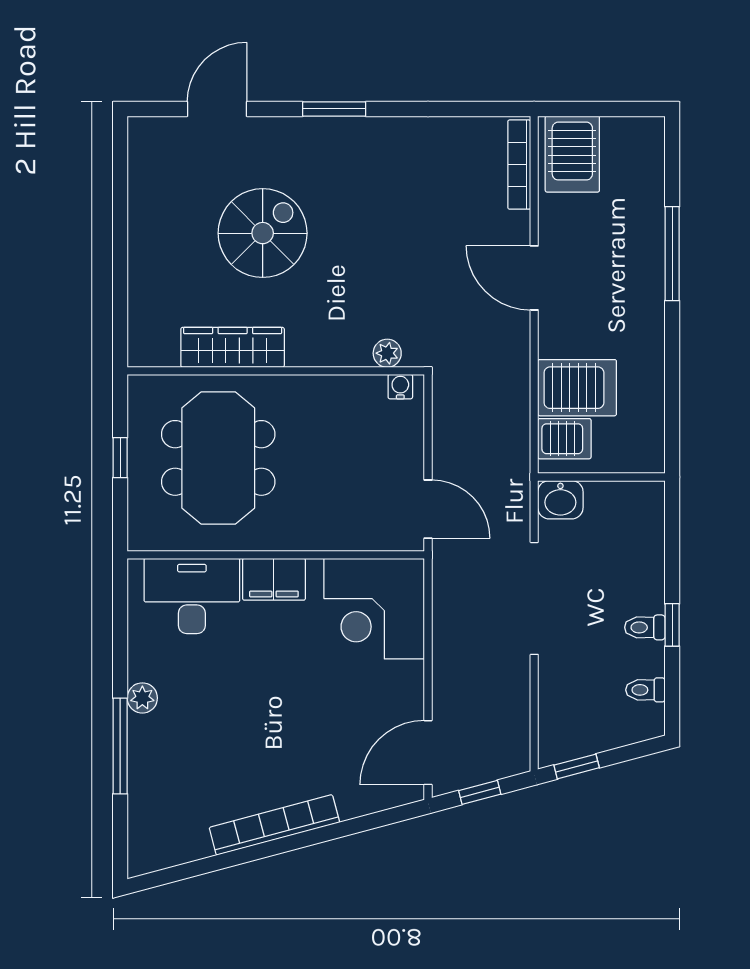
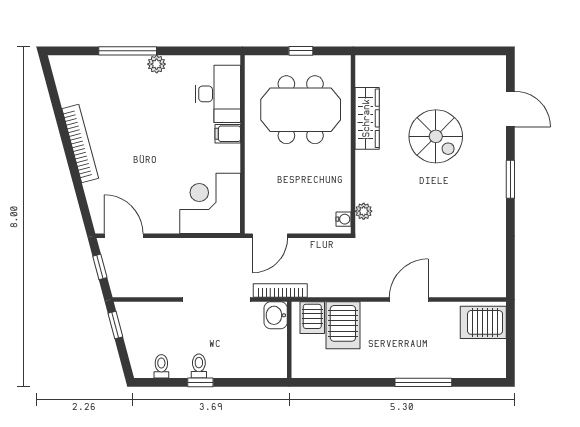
bookcase: (519, 165) -> (280, 291), moved
filing cabinet: (274, 579) -> (228, 134), width x0.50

